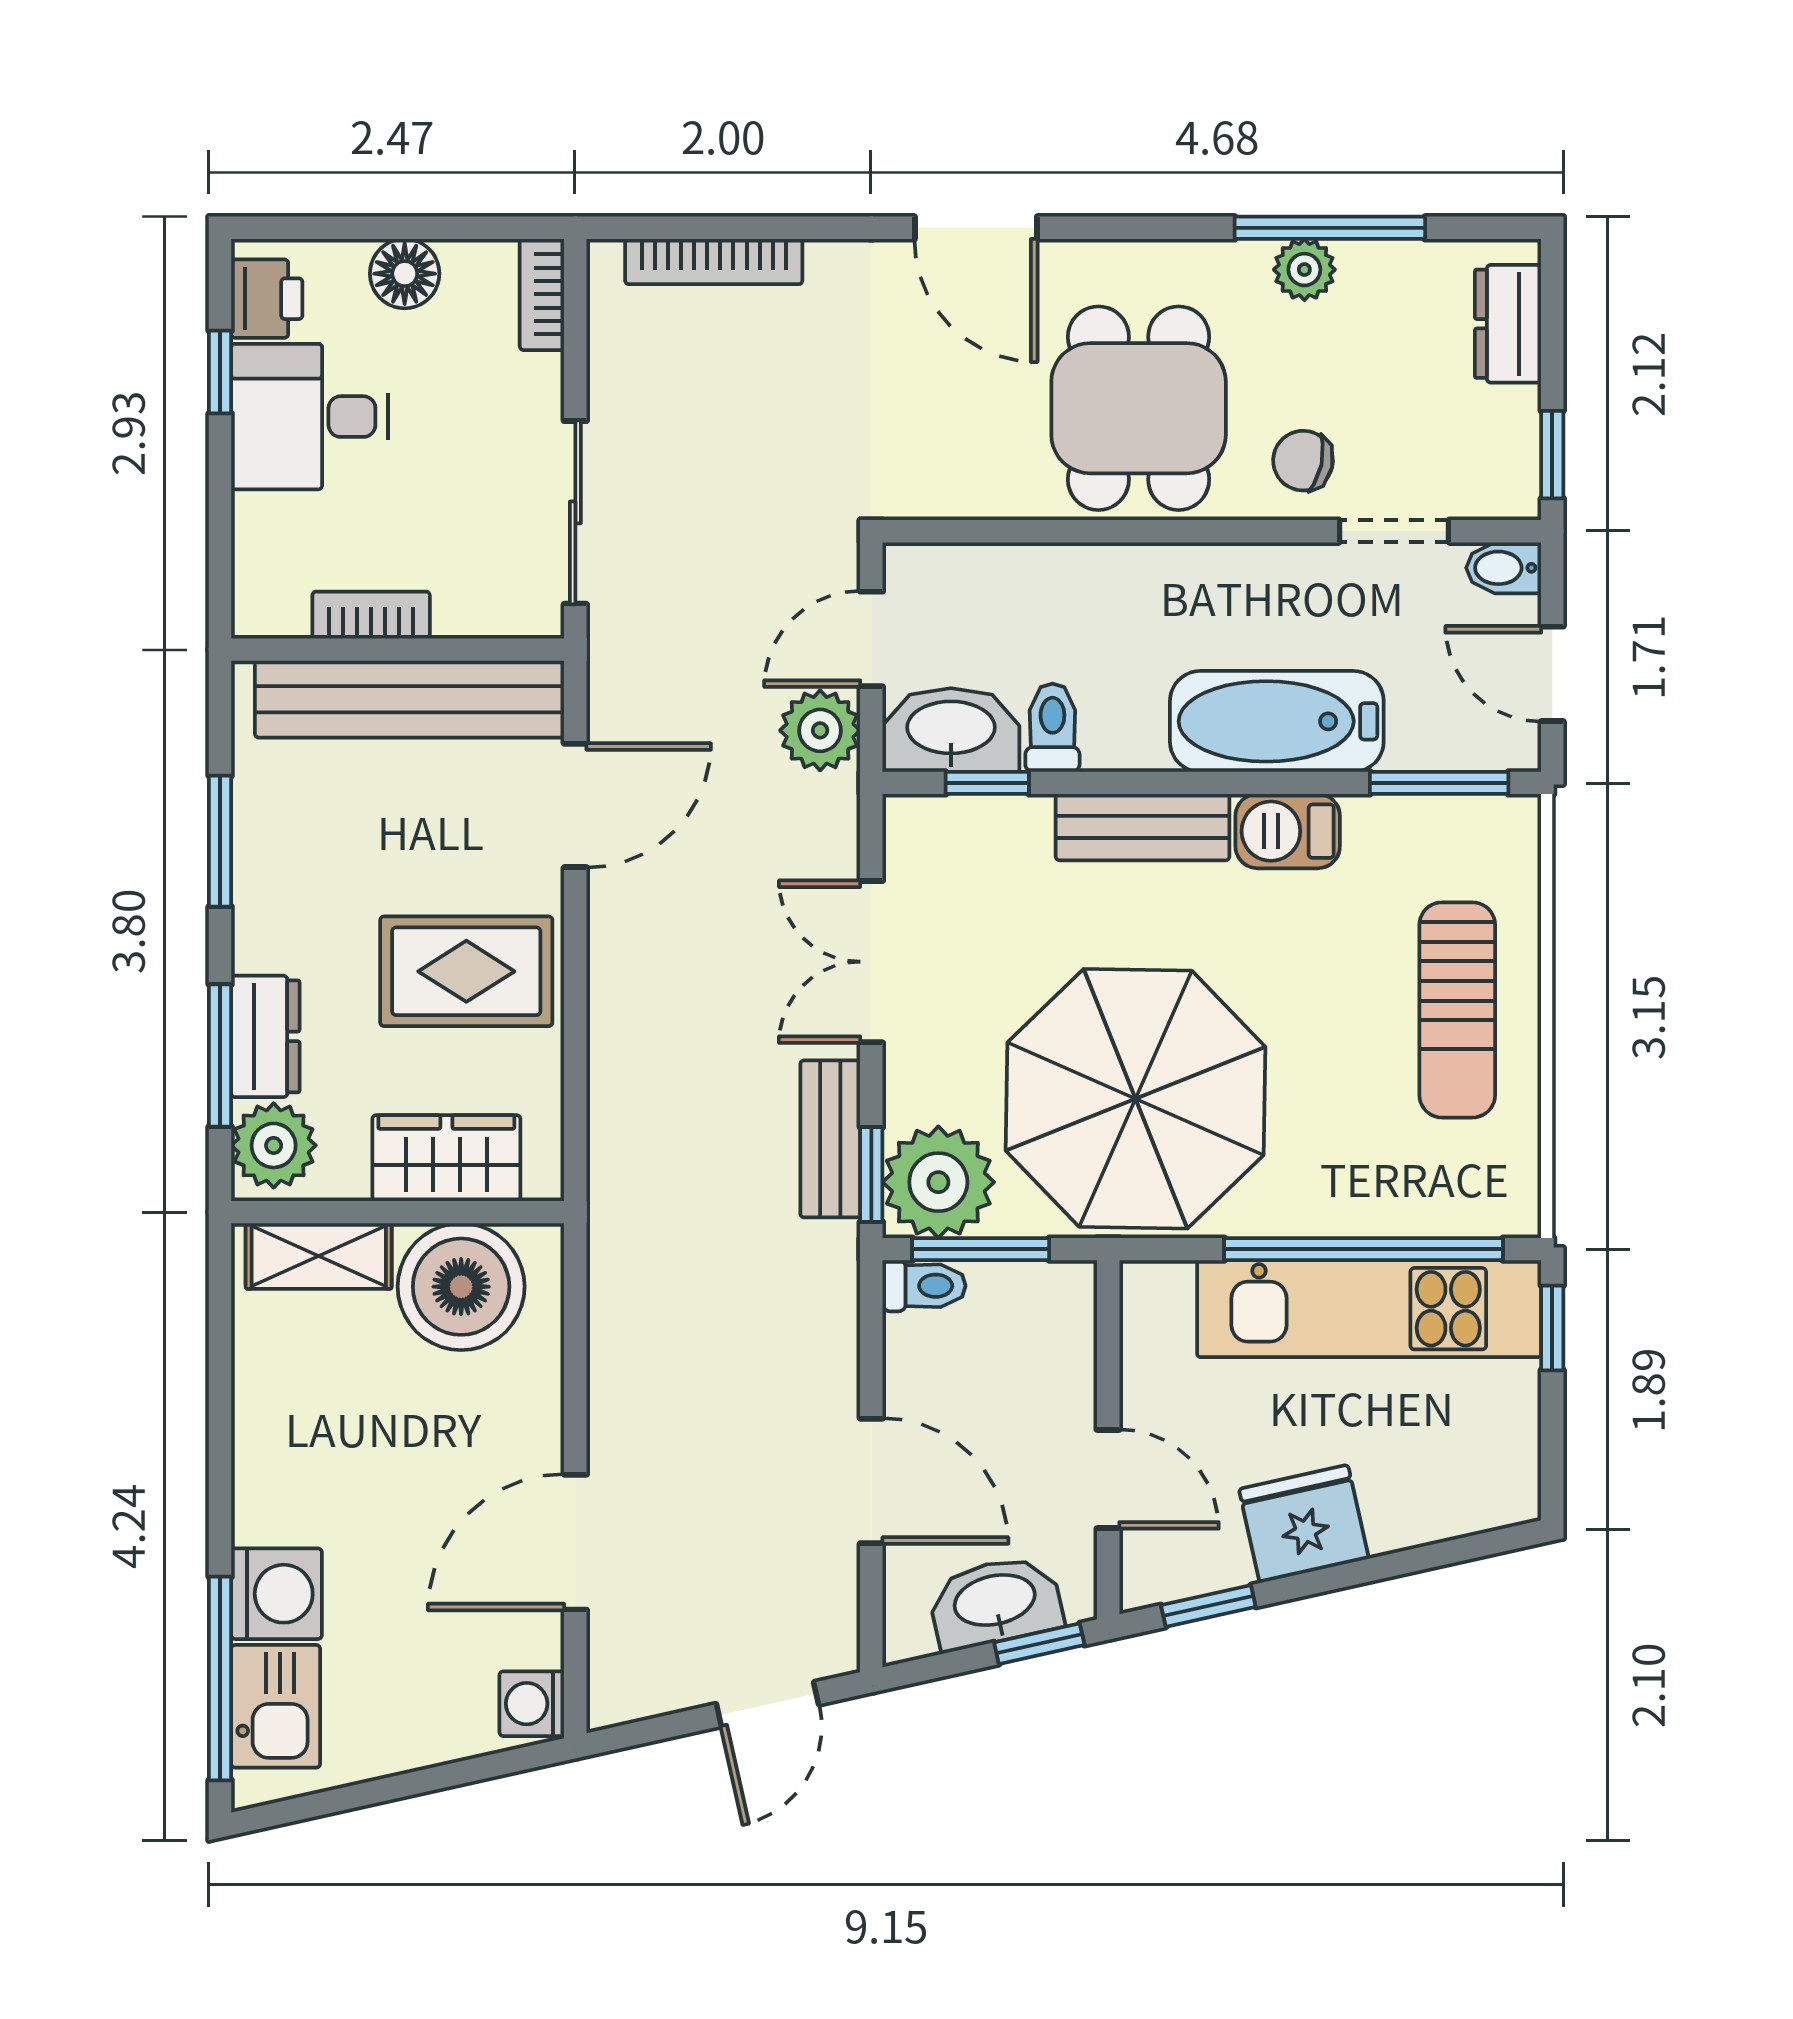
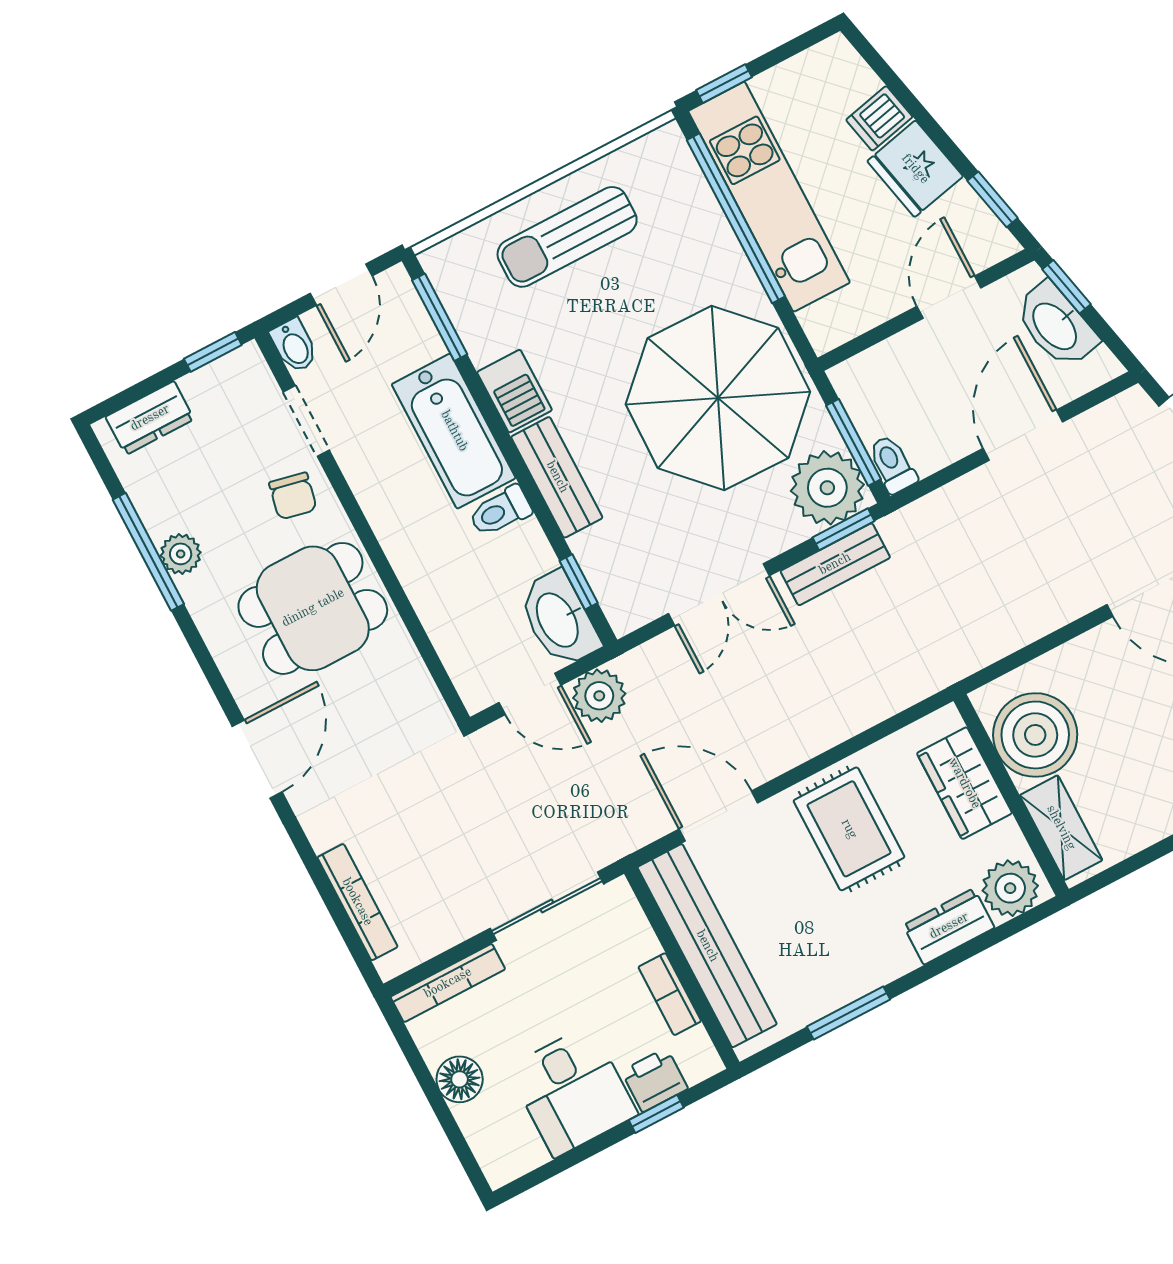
bookcase: (542, 294) -> (448, 983), width x1.56
printer: (267, 299) -> (655, 1080), moved
window: (220, 372) -> (656, 1114), moved
toilet: (1052, 728) -> (500, 511), moved
sun lounger: (1457, 1010) -> (567, 237), turned 180
window: (220, 1056) -> (974, 947), removed
dishwasher: (1396, 1511) -> (879, 118), added

